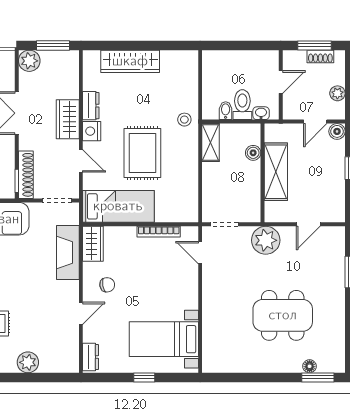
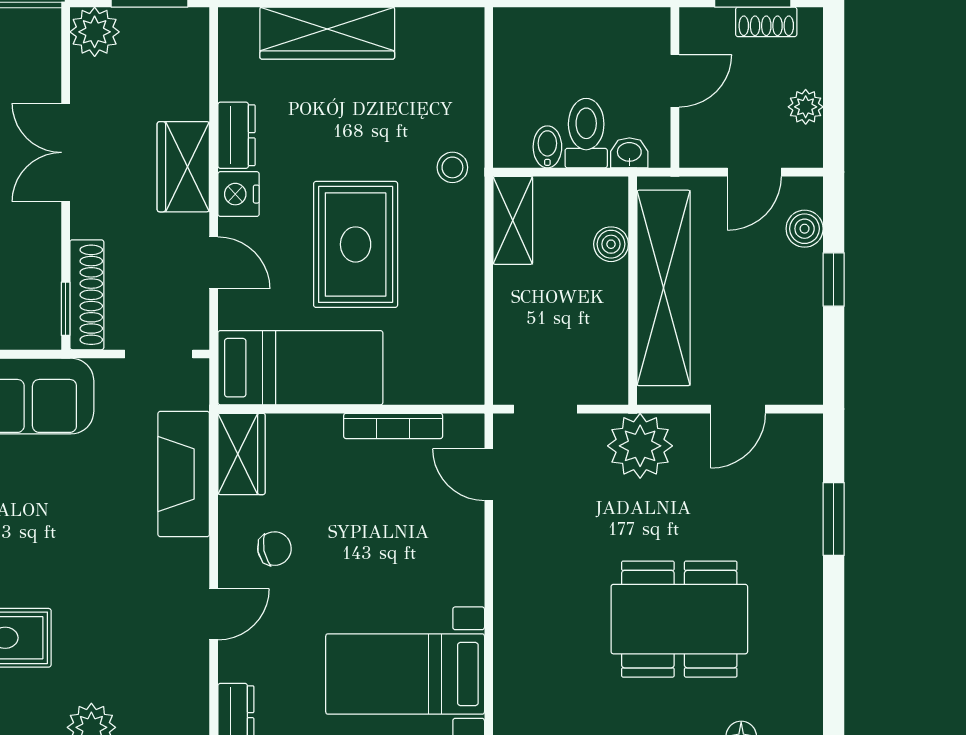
boiler: (337, 131) -> (805, 229), moved
shelving: (276, 172) -> (664, 288), width x1.47

